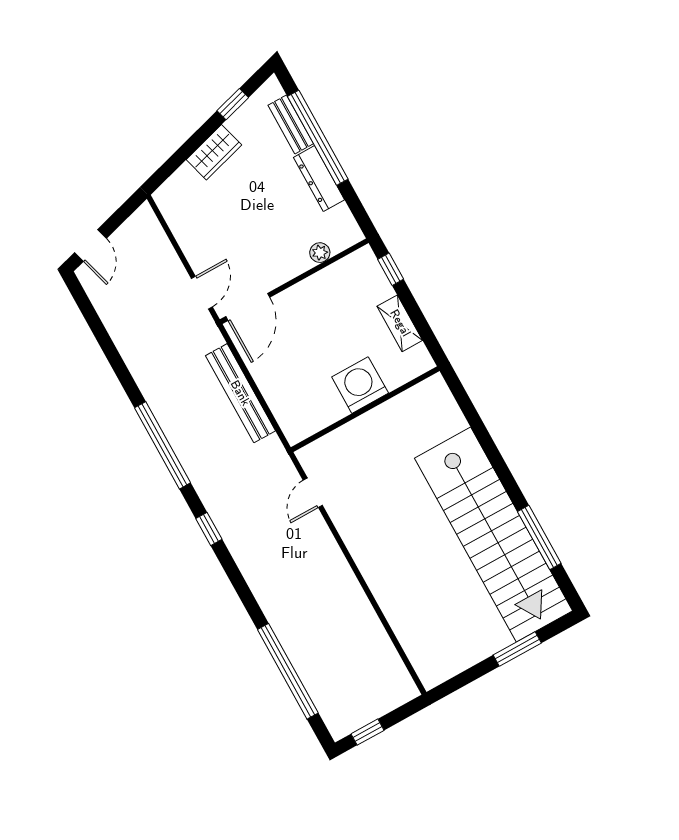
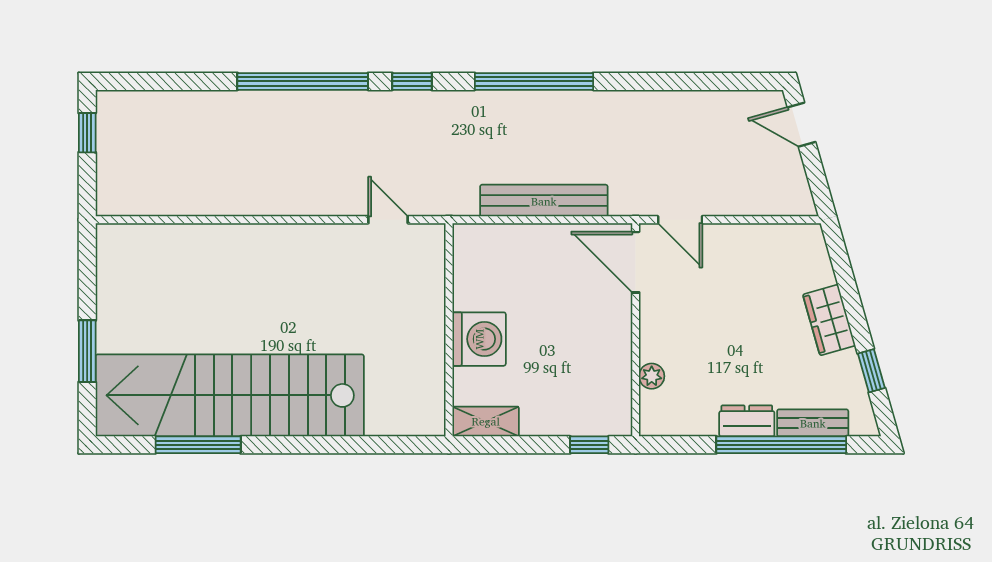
dresser: (319, 179) -> (747, 421), width x0.70
shelving: (400, 323) -> (486, 421), moved
window: (288, 671) -> (303, 81), moved

